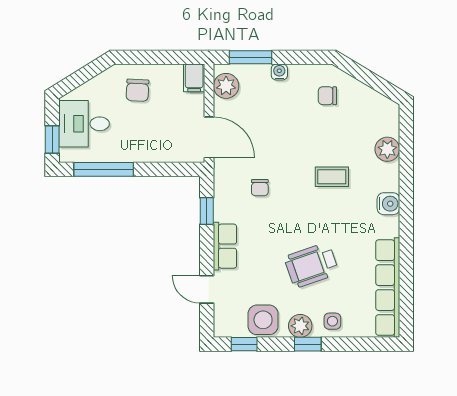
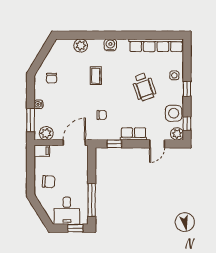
plant: (300, 326) -> (177, 134), moved

